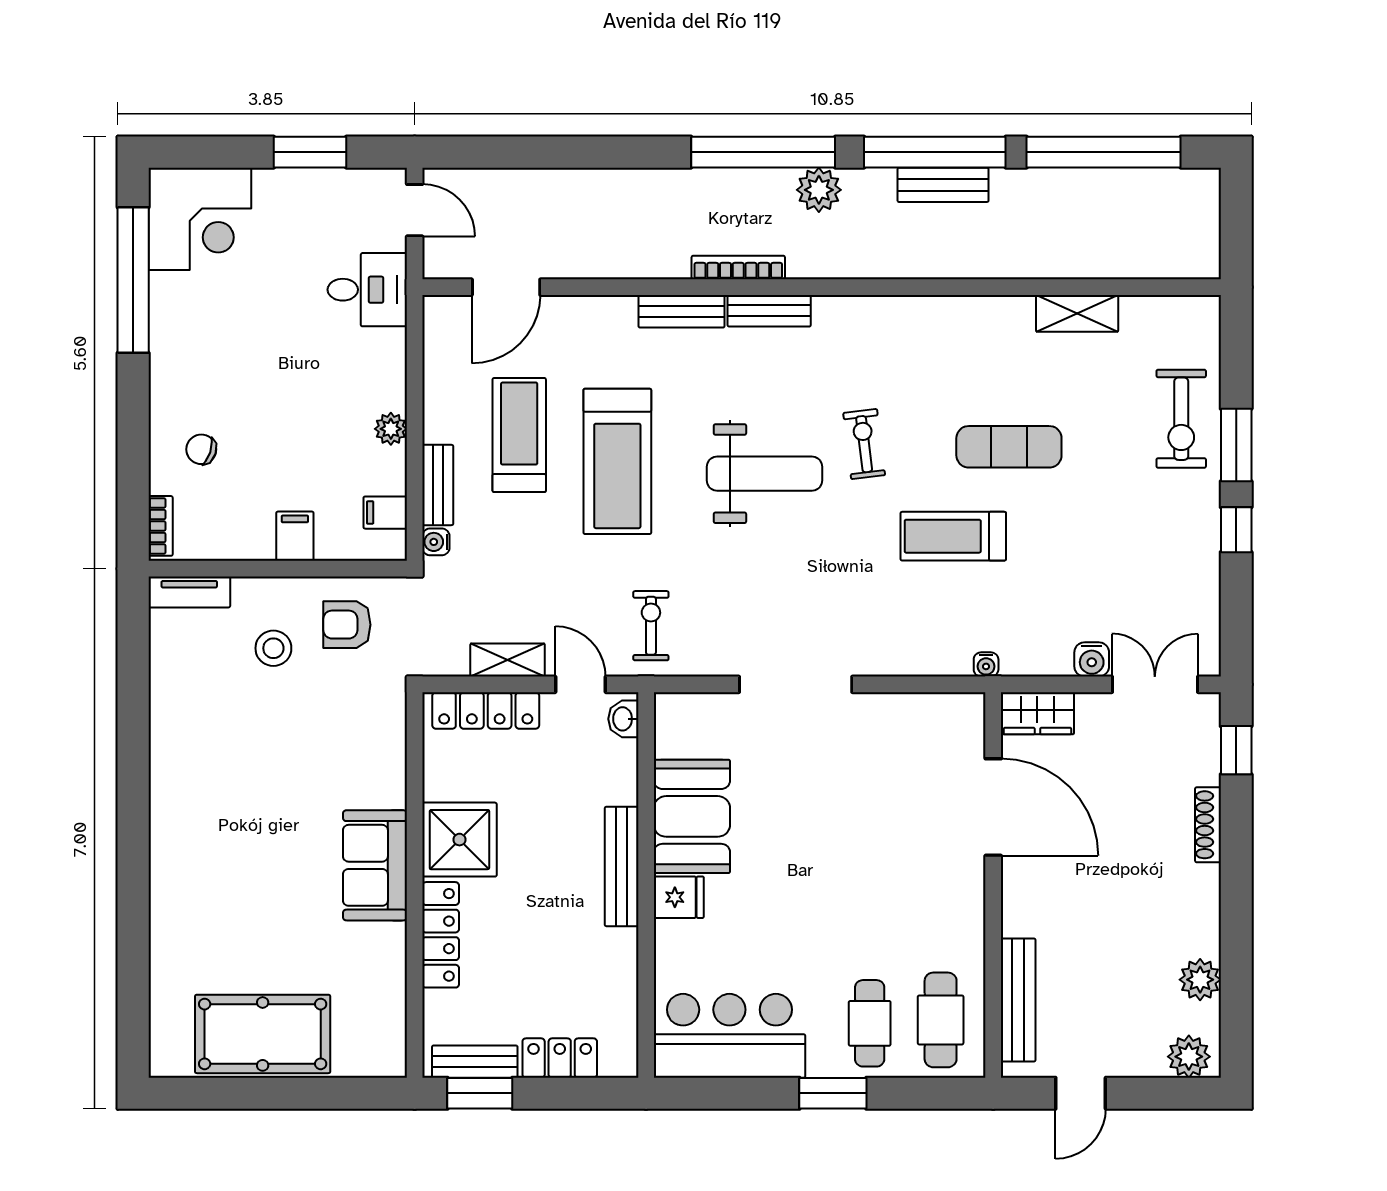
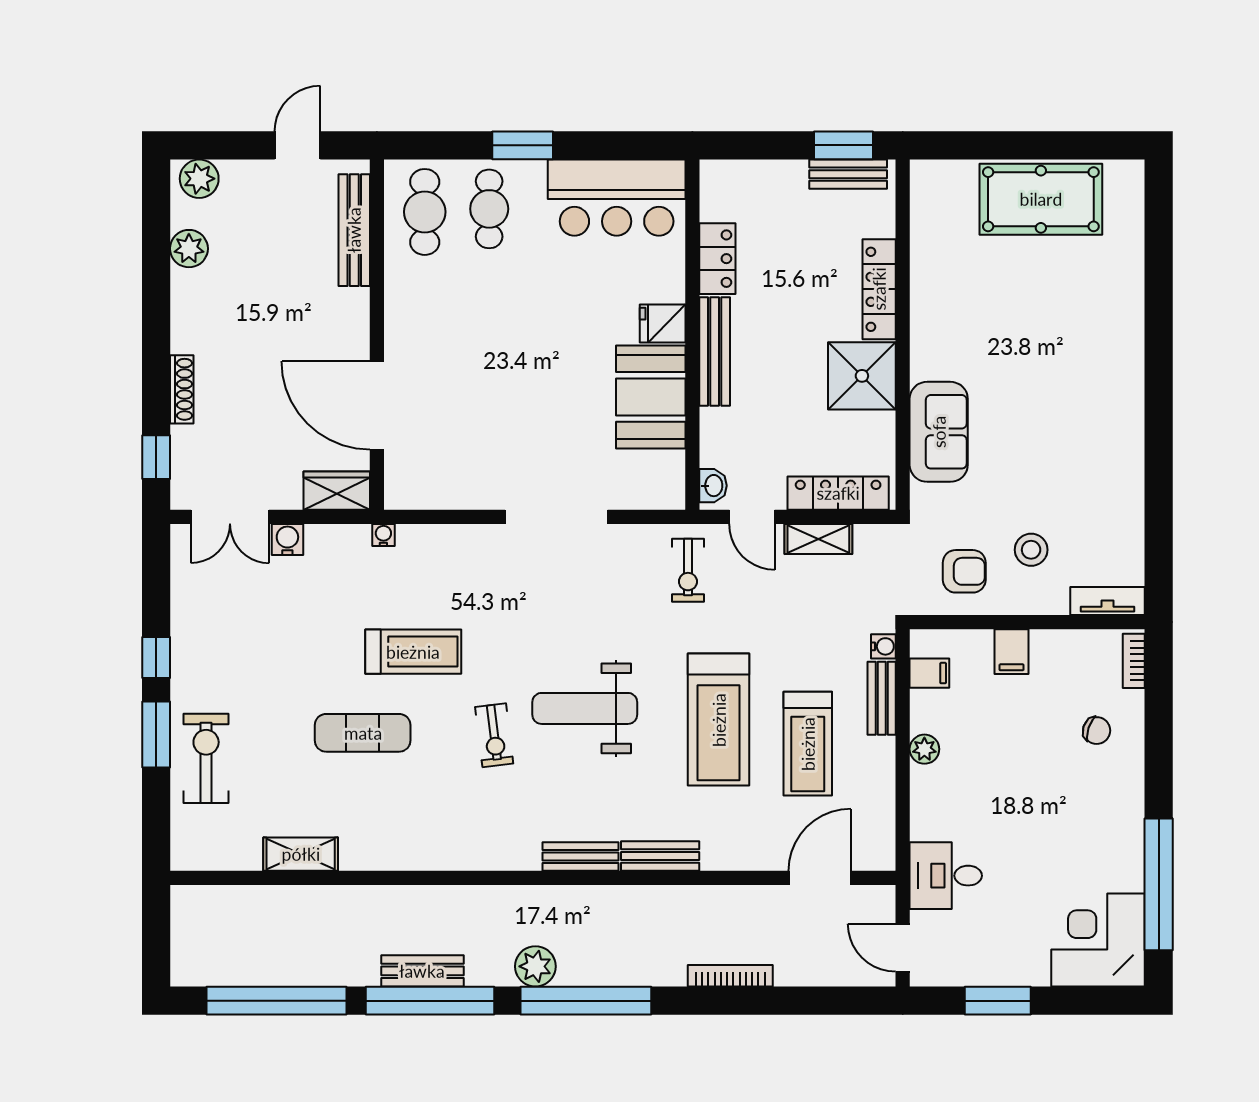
bookcase: (738, 267) -> (730, 976), moved, turned 180
treadmill: (617, 461) -> (719, 720), turned 180
sofa: (375, 865) -> (939, 432), moved
locker: (560, 1058) -> (717, 259), moved, turned -90

